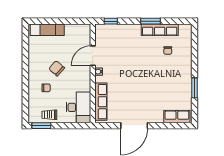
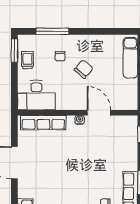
window: (25, 94) -> (53, 31), added

